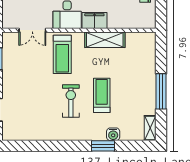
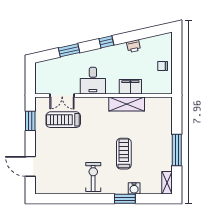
filing cabinet: (94, 20) -> (130, 87), moved
treadmill: (62, 54) -> (63, 120), moved, turned 90
exercise bike: (71, 101) -> (93, 177), moved

